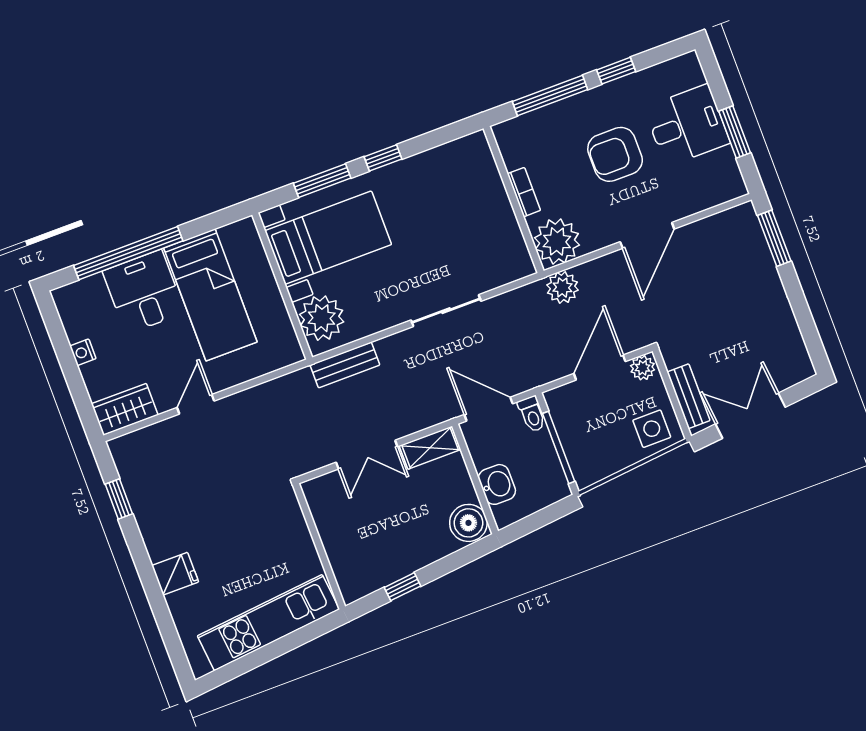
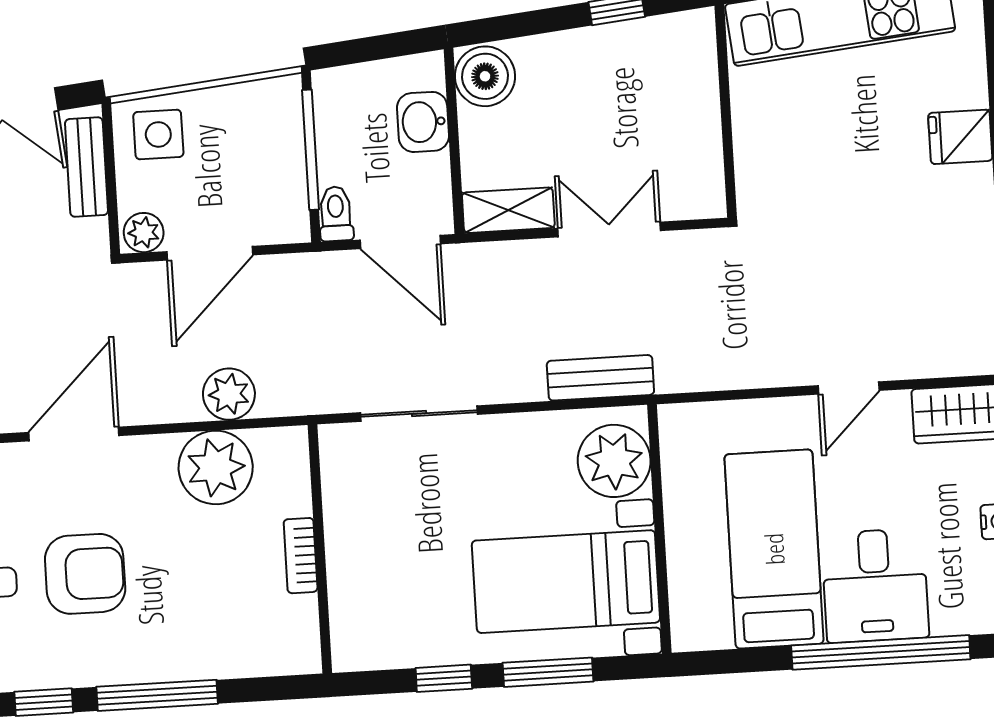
bookcase: (524, 192) -> (301, 556), moved
wall: (514, 200) -> (320, 549), moved

